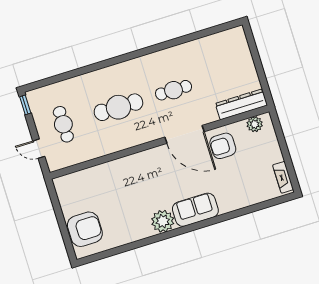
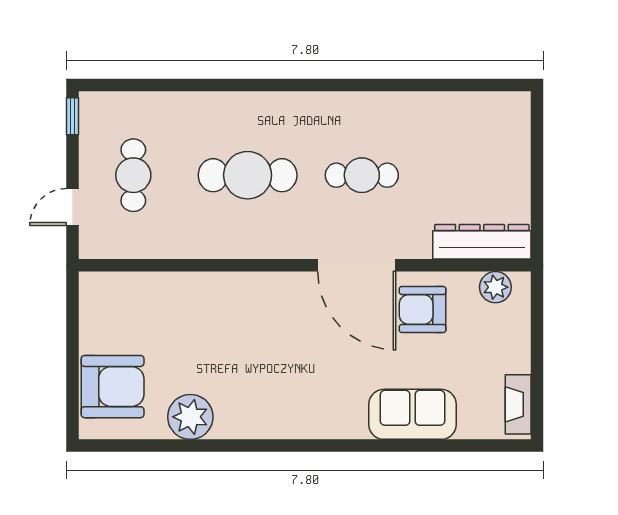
door: (39, 149) -> (72, 207), hinge flipped
sofa: (195, 210) -> (413, 414), moved
plant: (163, 221) -> (190, 417), moved

